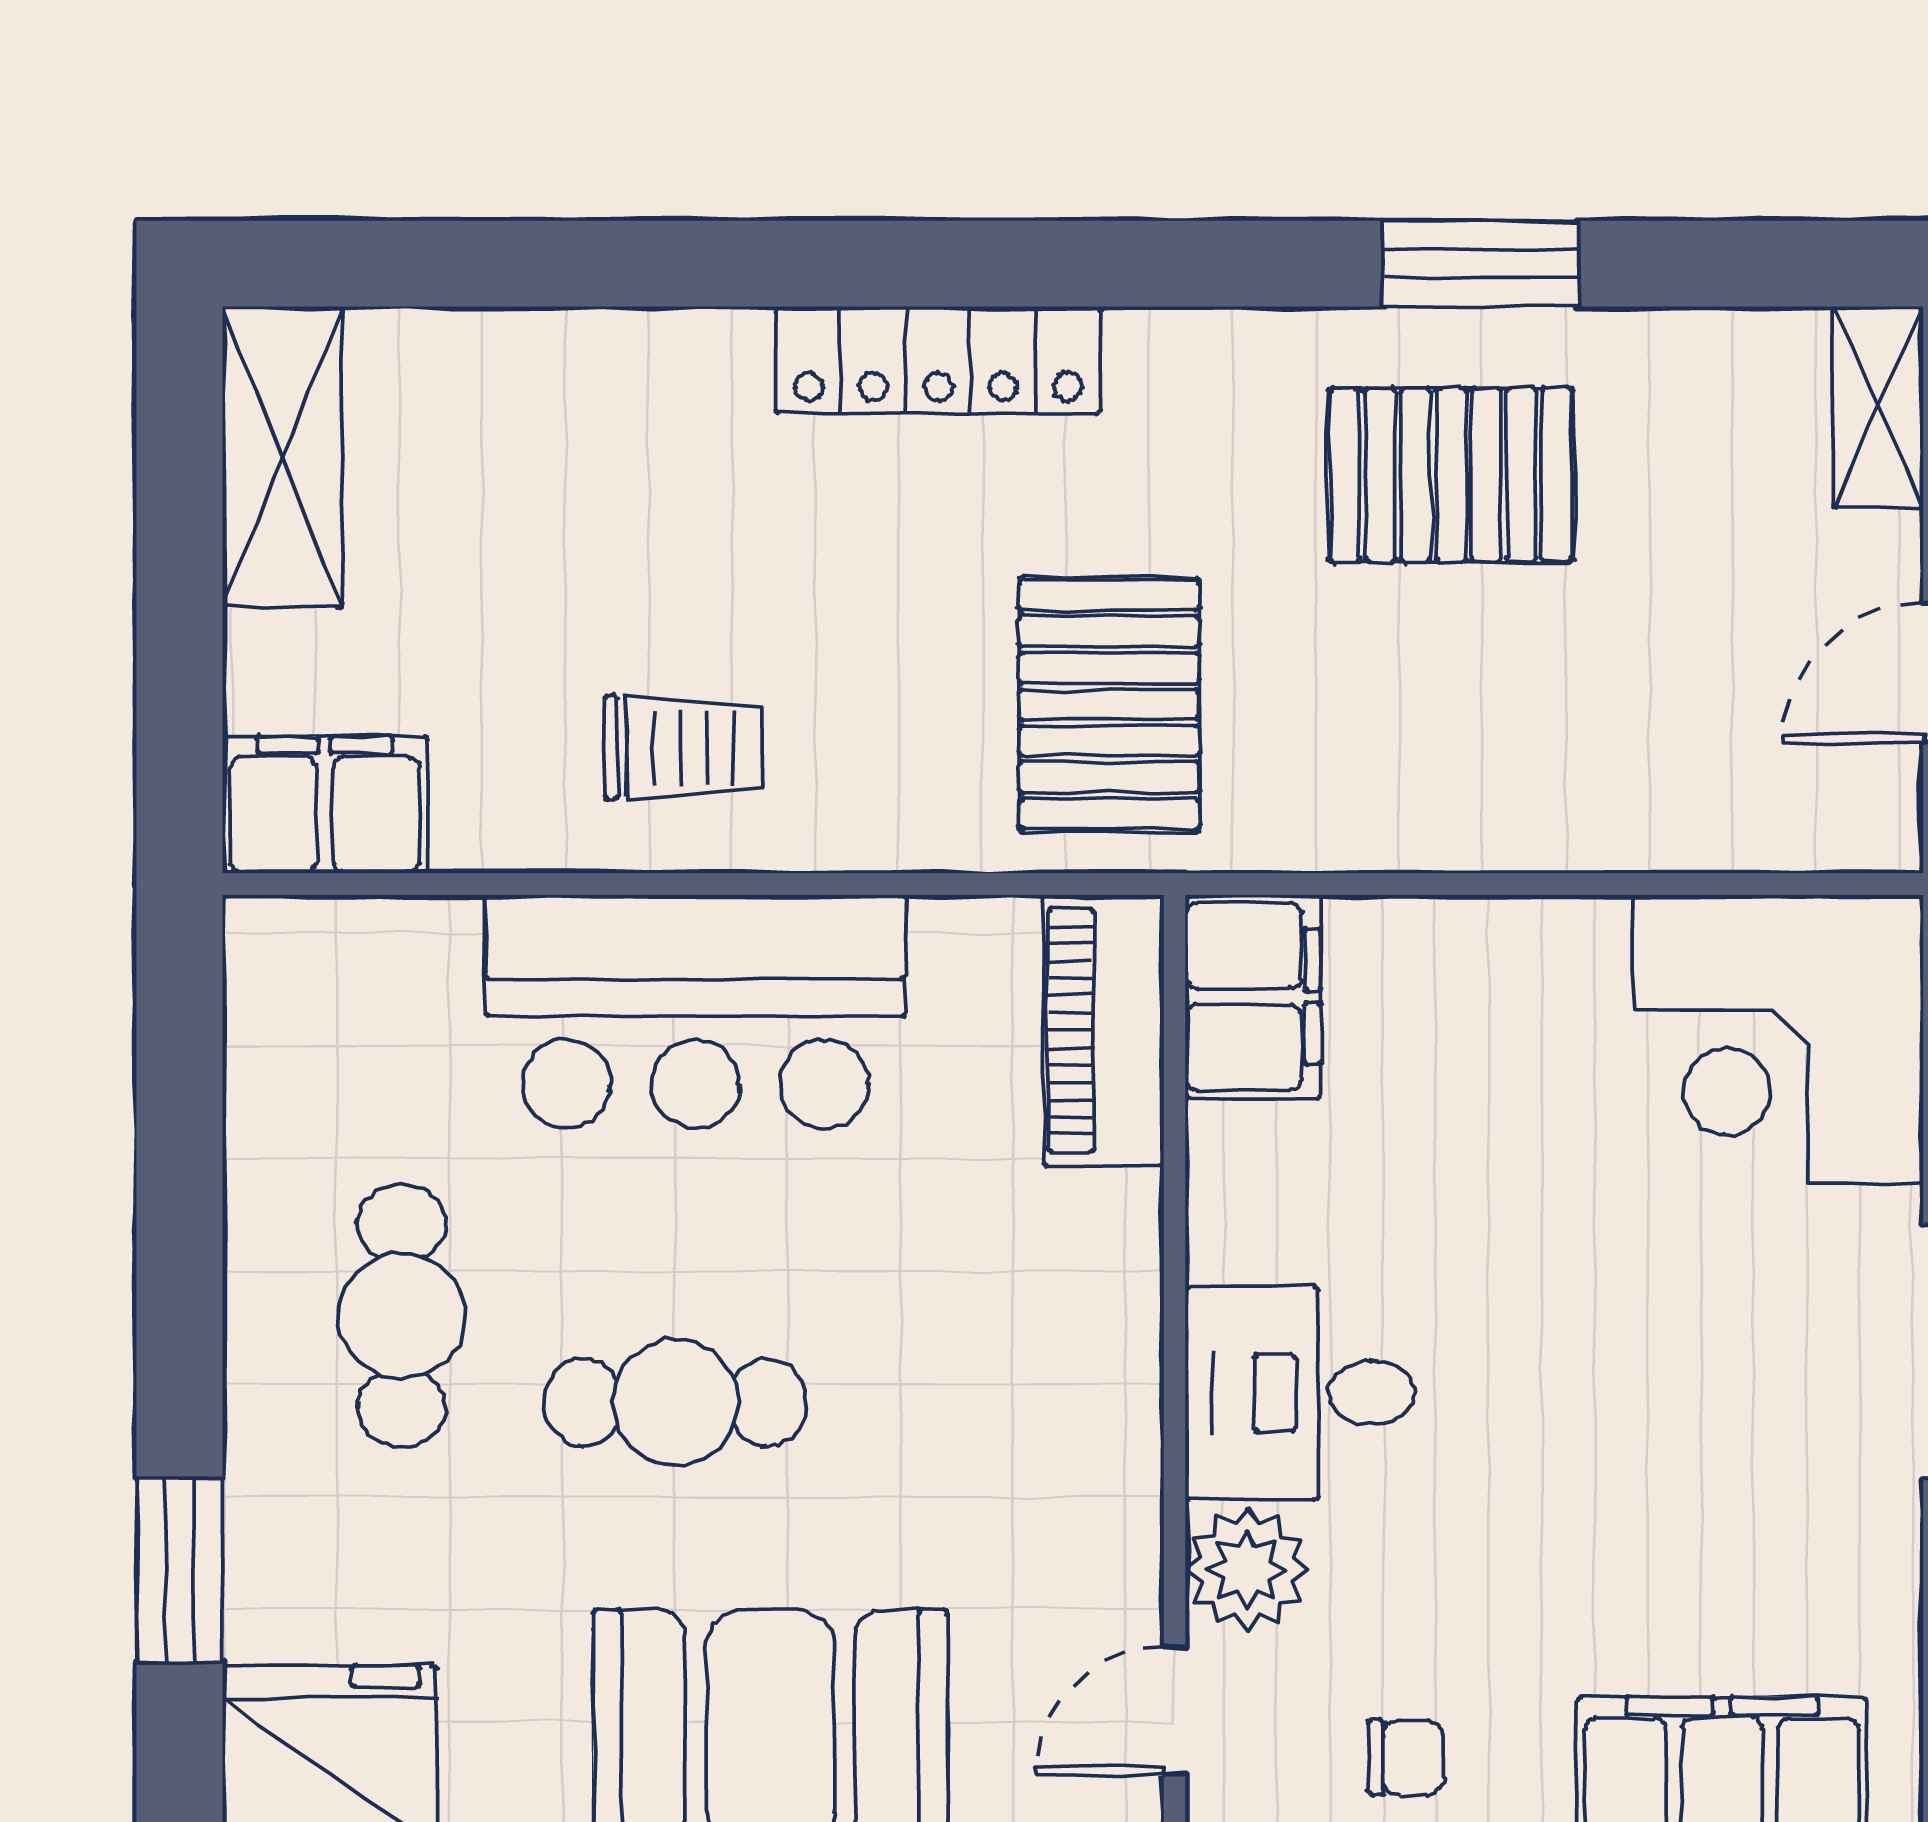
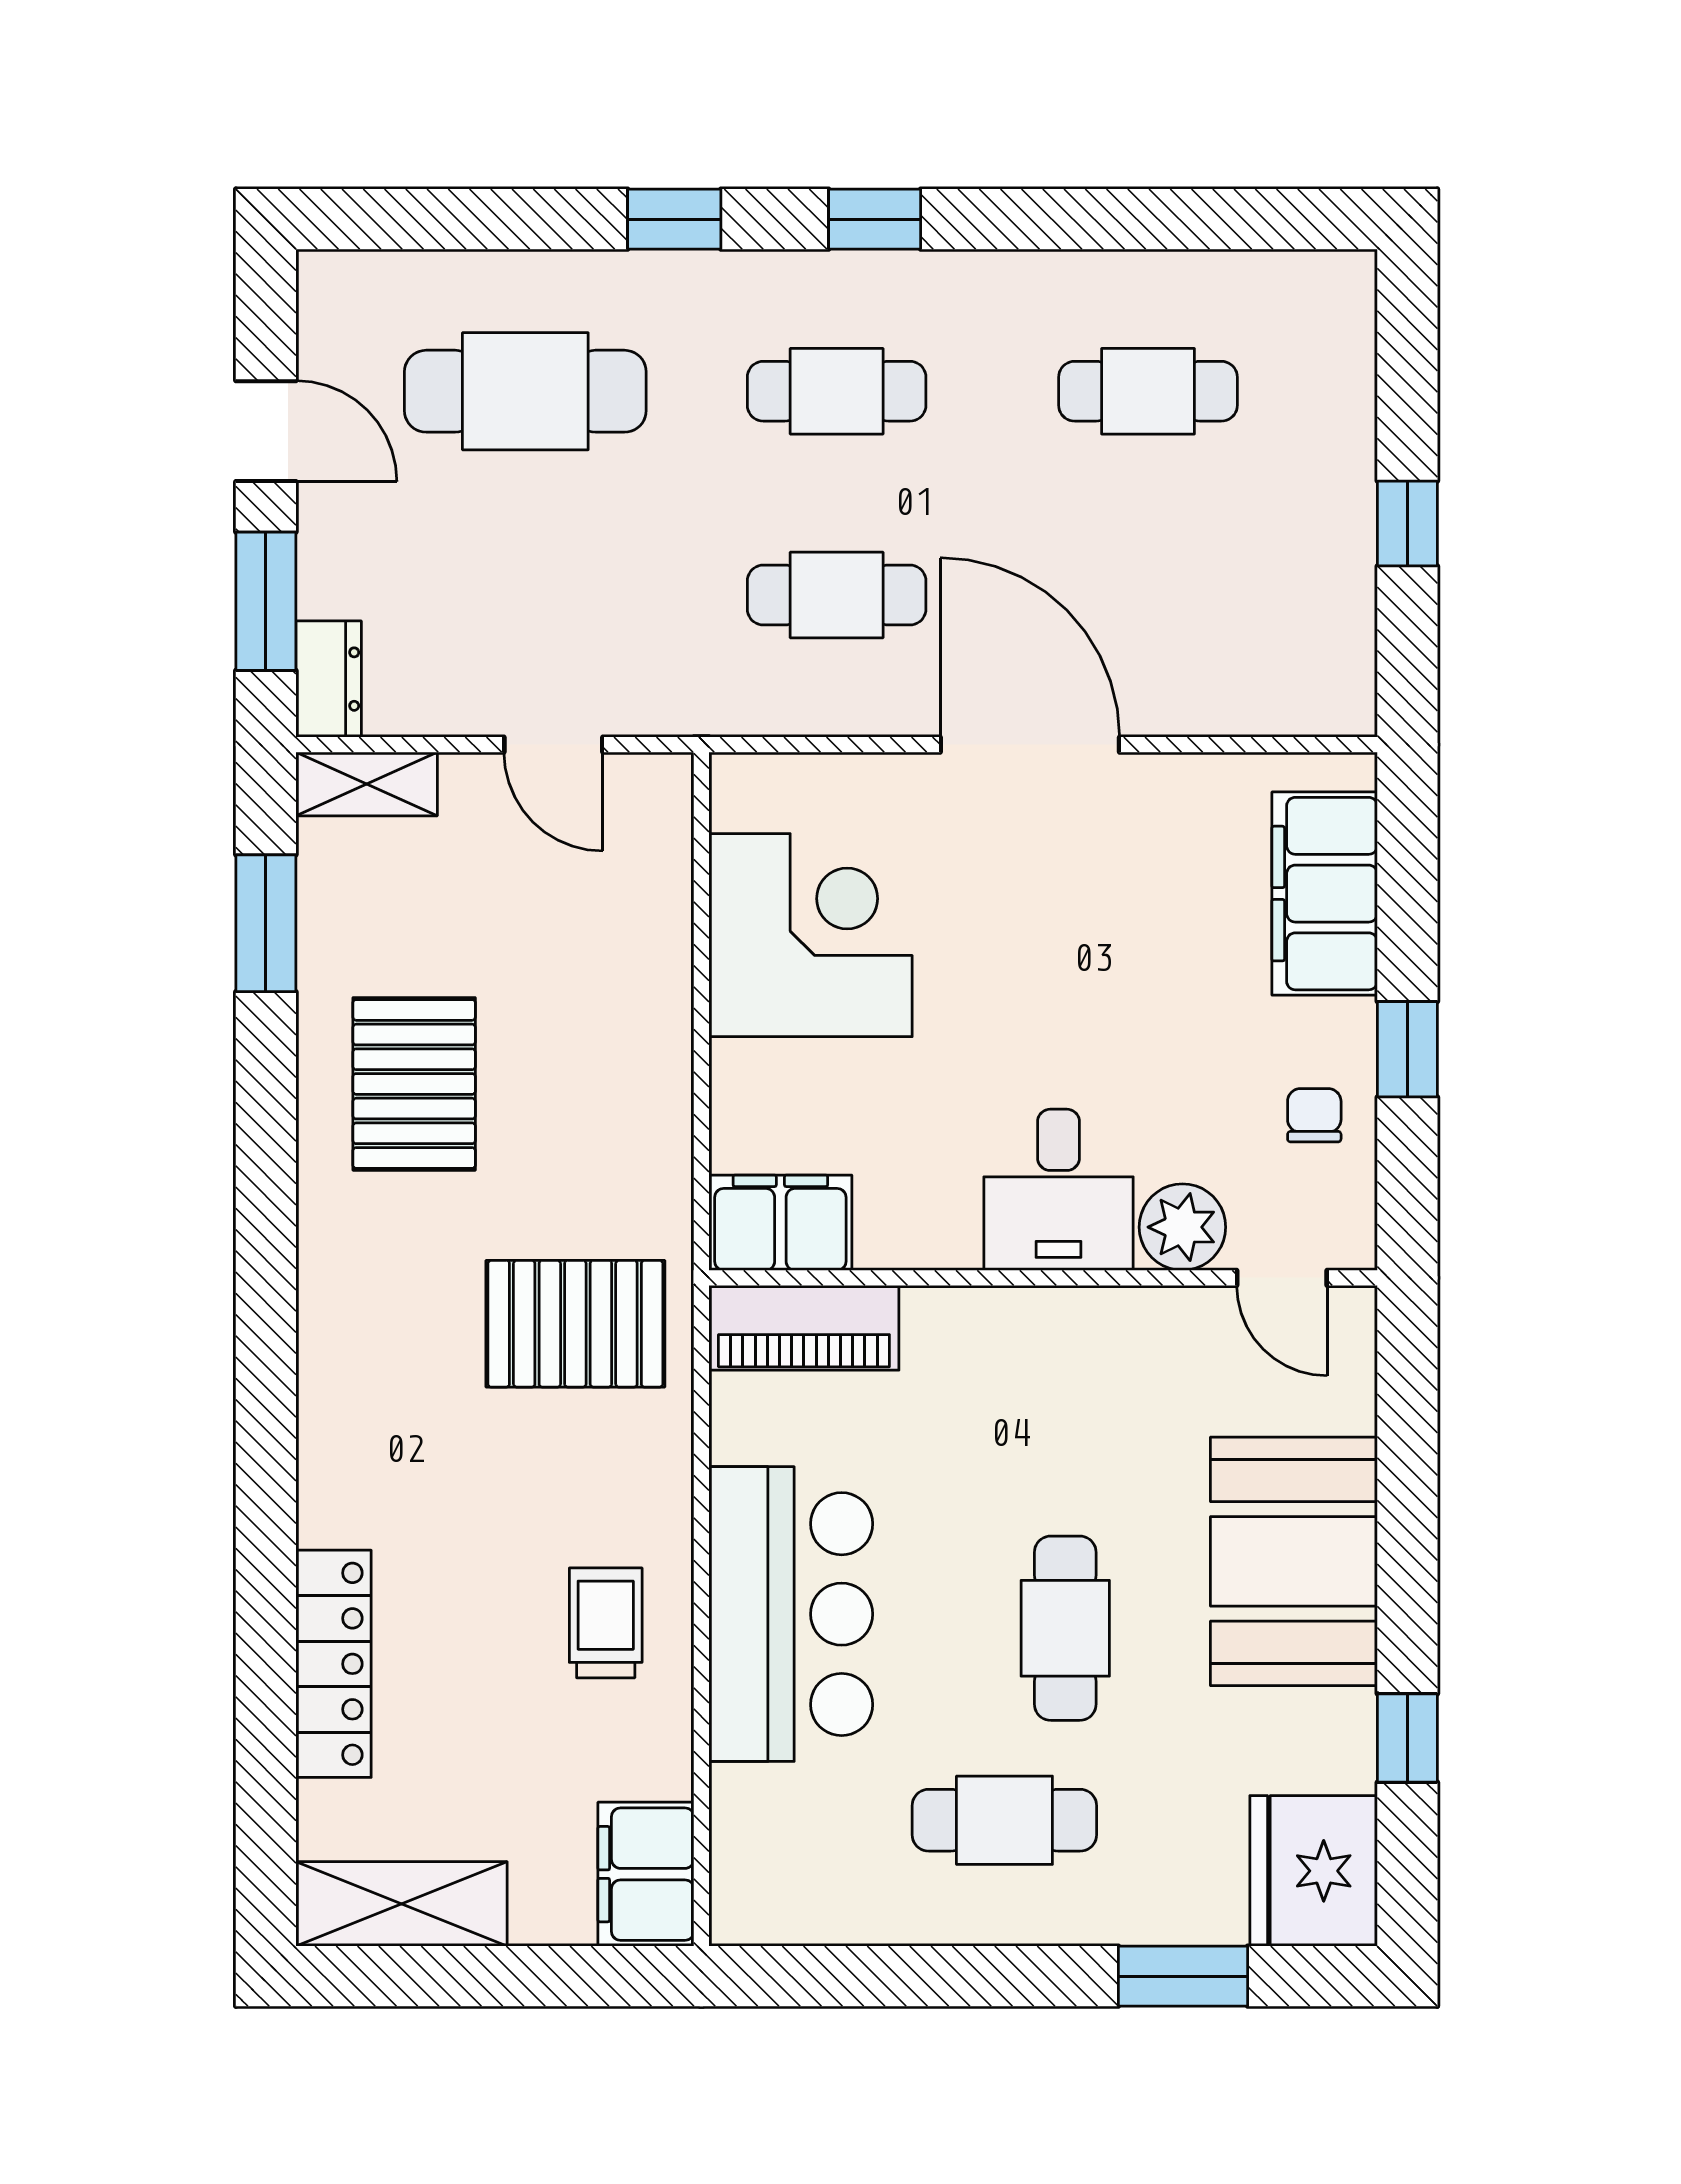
window: (1481, 264) -> (266, 923), moved
locker: (938, 360) -> (334, 1664), moved
corner desk: (1779, 1040) -> (811, 935), moved, turned -90

